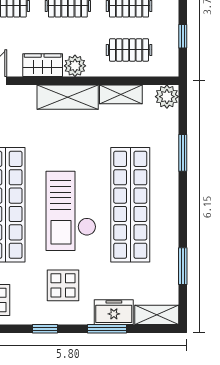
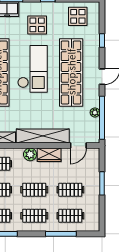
shelving: (68, 97) -> (43, 136), width x1.47

